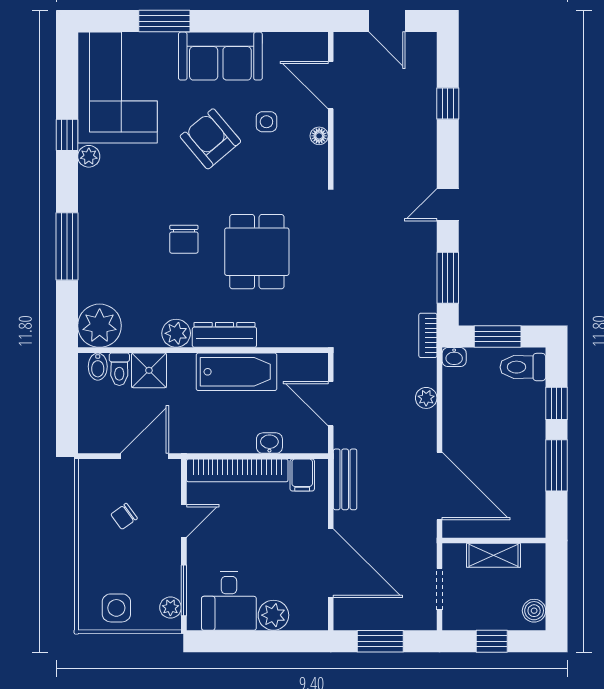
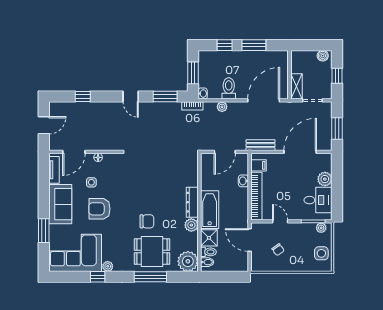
tv unit: (293, 43) -> (54, 170), added
armchair: (210, 139) -> (99, 209), turned 40
dining table: (257, 252) -> (152, 252), moved
toilet: (523, 367) -> (229, 88), moved, turned 180
bathtub: (237, 372) -> (210, 210), moved
shelving: (494, 555) -> (296, 86), moved

